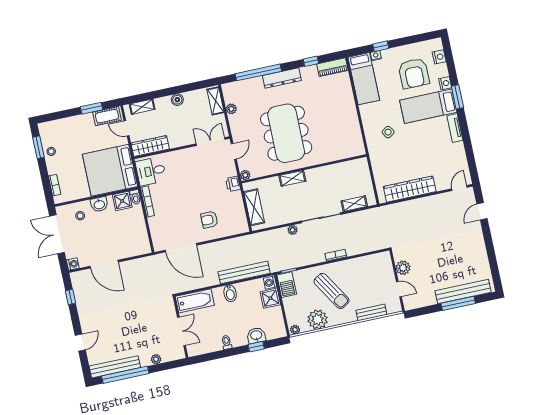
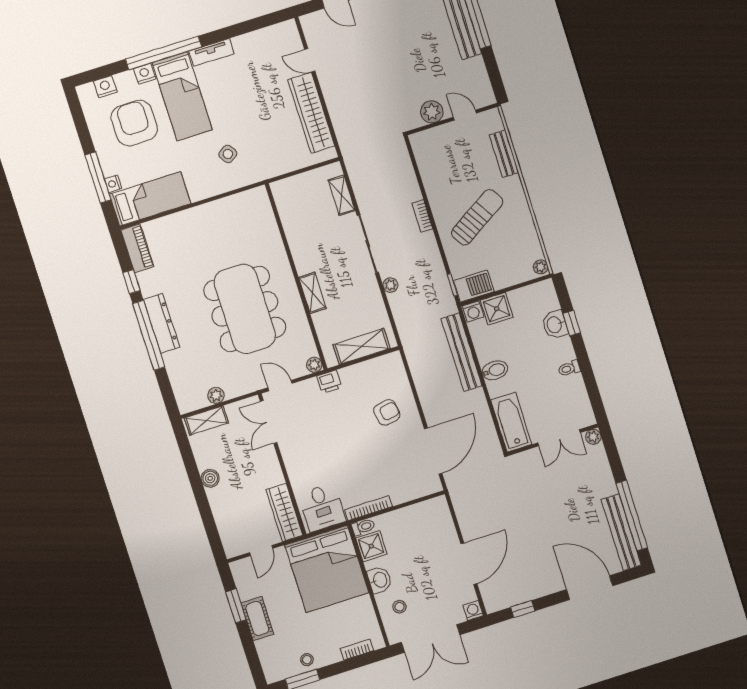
window: (381, 46) -> (98, 177), width x2.17
window: (258, 72) -> (149, 335), moved
armchair: (414, 73) -> (134, 123), turned -90
window: (457, 97) -> (163, 53), width x2.11
shelving: (142, 107) -> (226, 530), removed
cot: (107, 116) -> (257, 619), moved
dining table: (286, 133) -> (245, 309), turned 90
door: (459, 188) -> (310, 60), moved
armchair: (209, 220) -> (387, 412), turned -100
door: (399, 289) -> (465, 115), hinge flipped
plant: (318, 319) -> (522, 234), removed
double door: (181, 331) -> (559, 438), swing flipped
door: (80, 343) -> (590, 588), width x1.88
plant: (156, 359) -> (593, 437), moved

